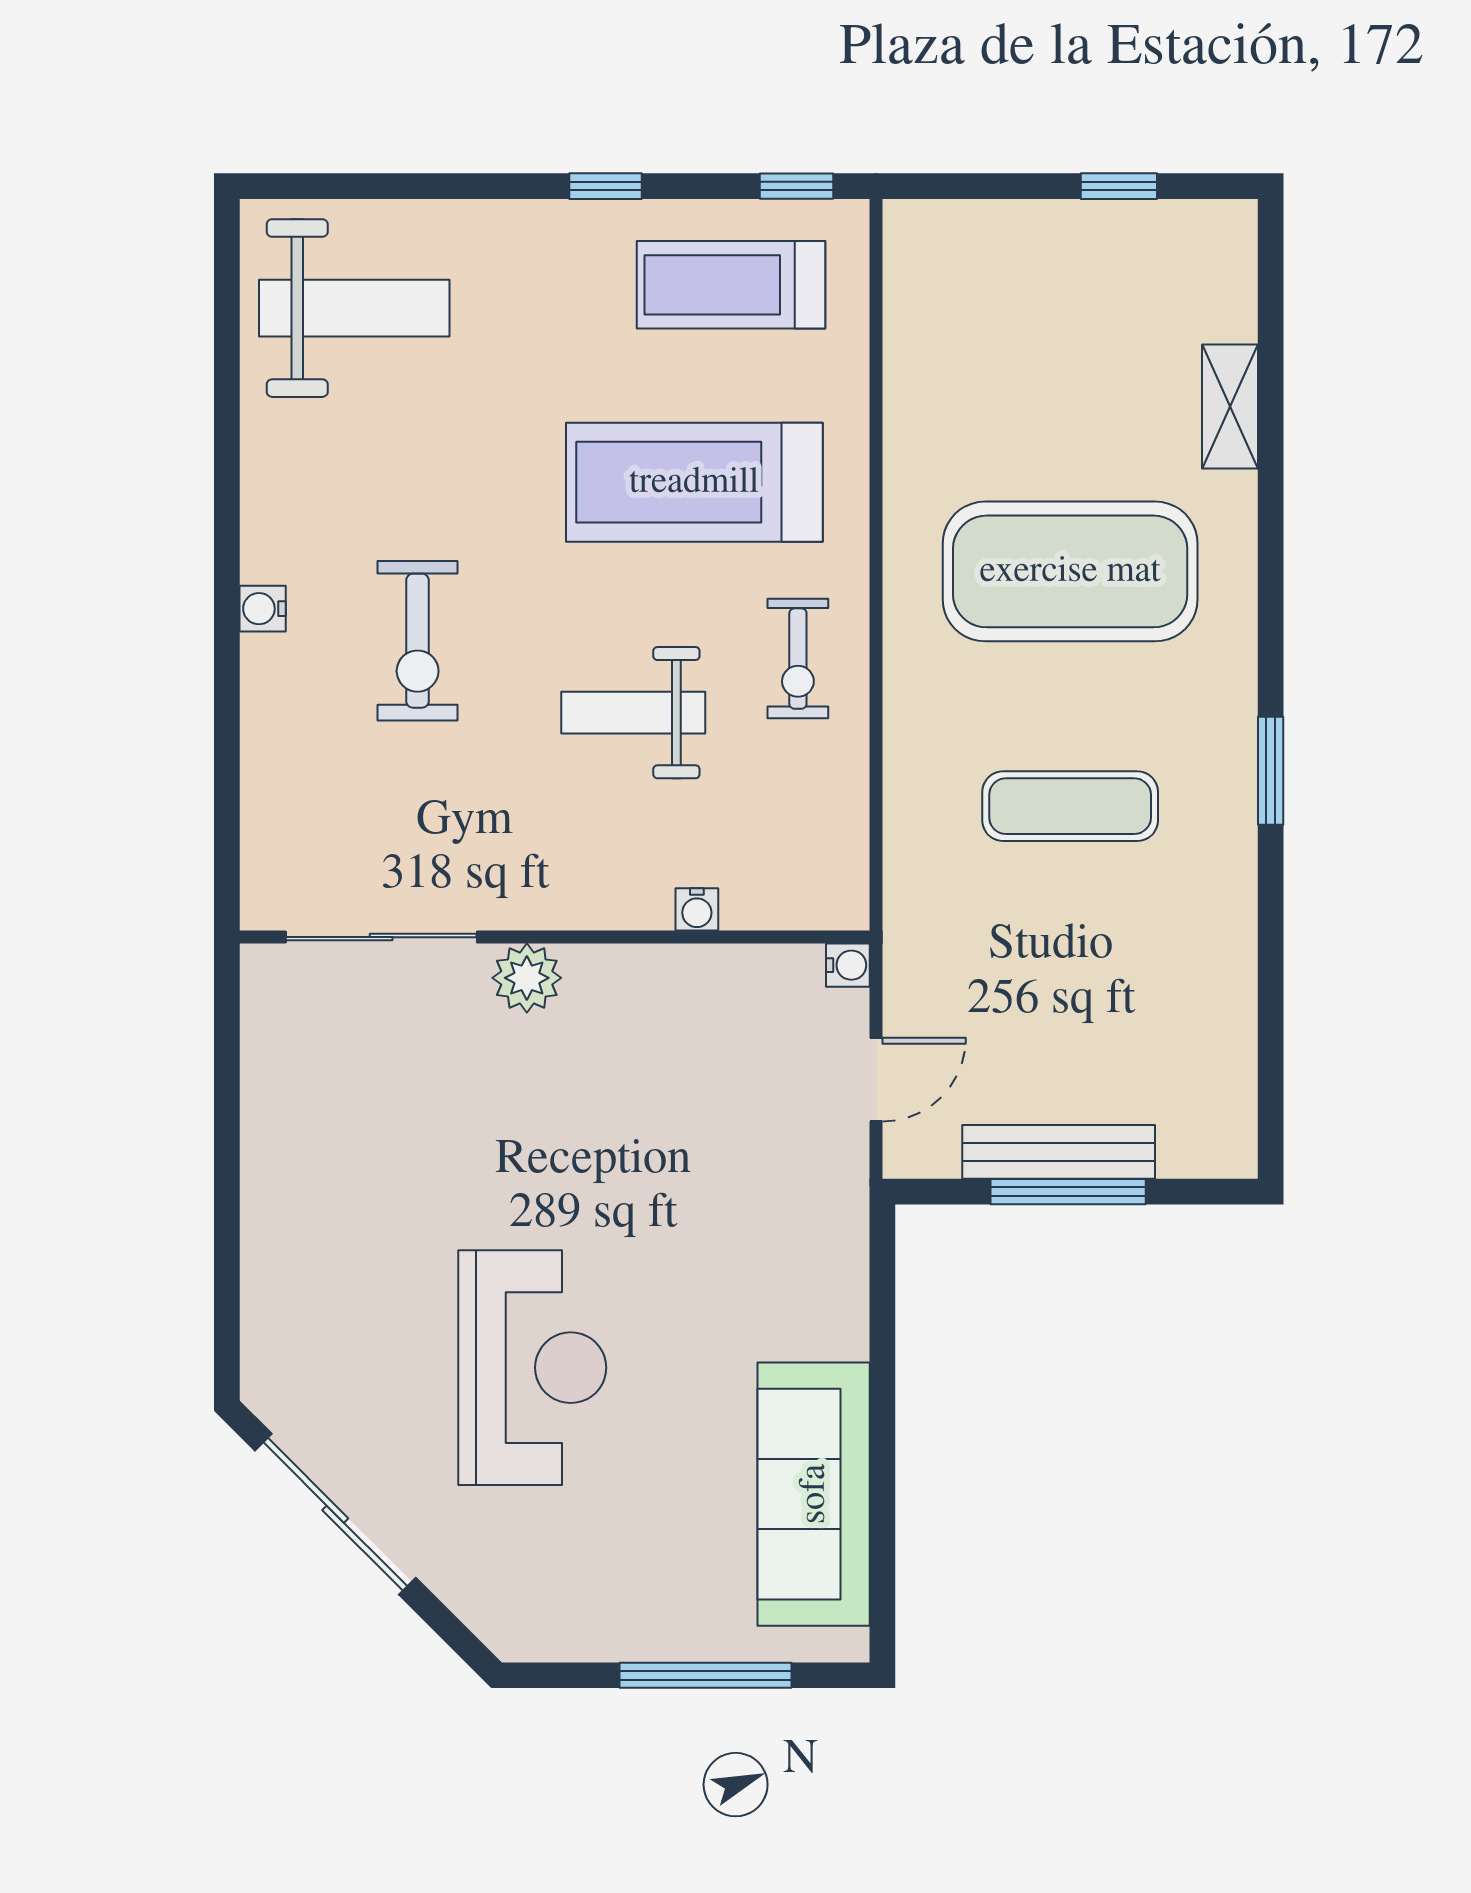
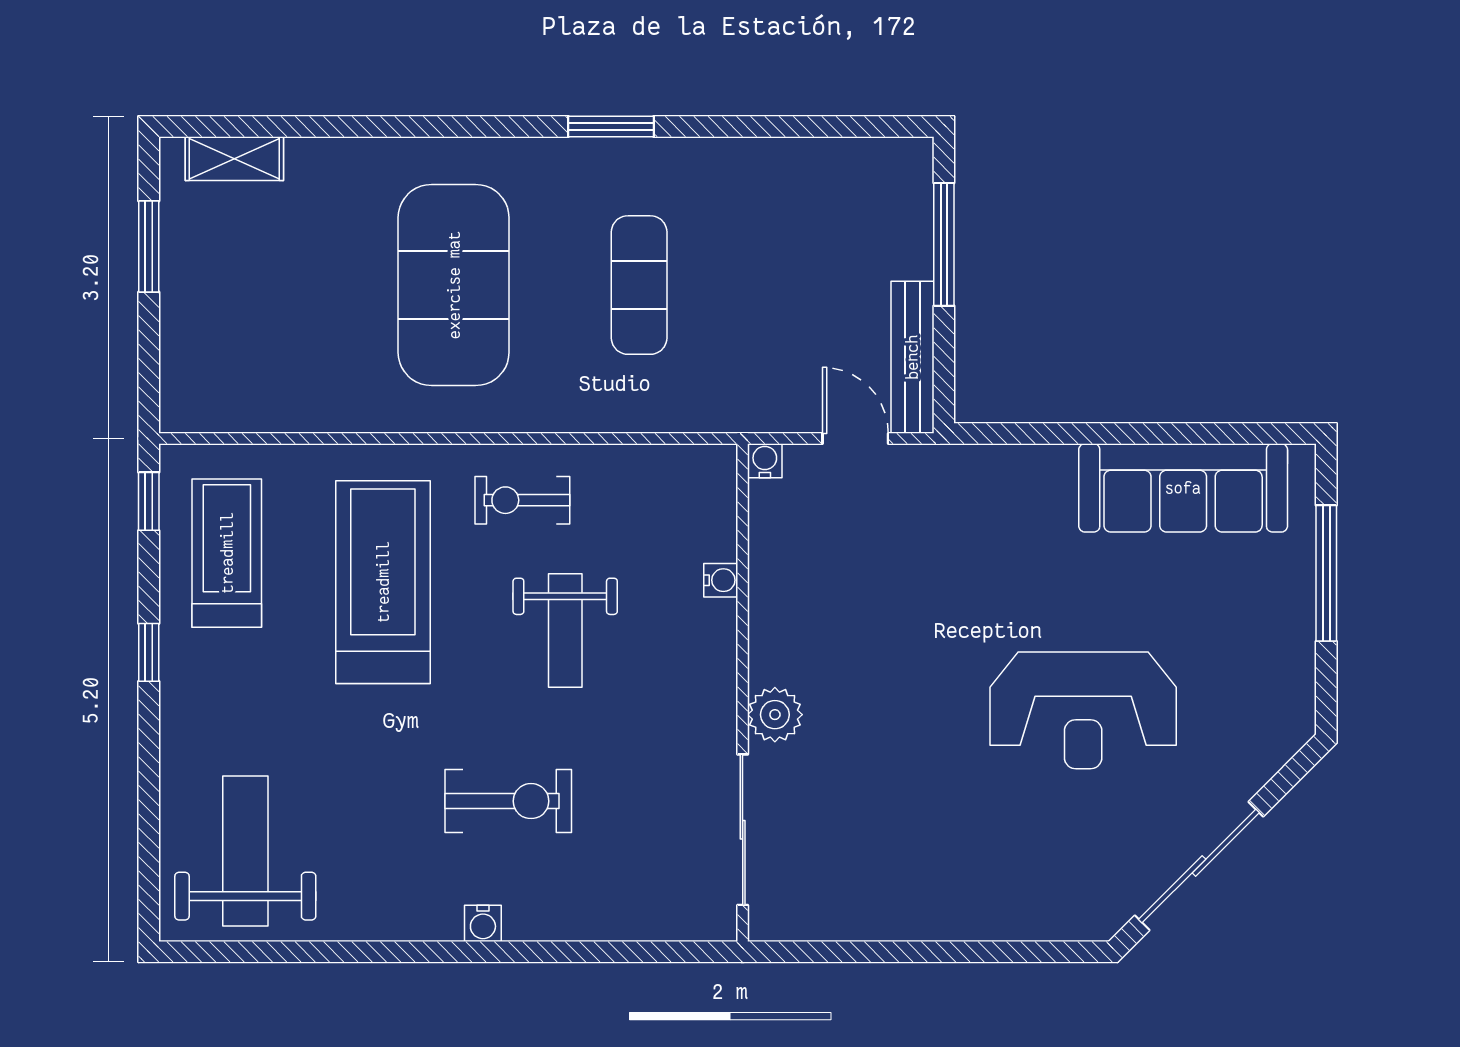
window: (1119, 186) -> (149, 247), width x1.50
treadmill: (731, 285) -> (227, 553), turned 180
shelving: (1230, 406) -> (234, 159), moved
treadmill: (694, 482) -> (383, 582), turned 180
exercise bike: (798, 659) -> (522, 500), turned 180
bench: (1059, 1152) -> (912, 357), moved
window: (1068, 1192) -> (944, 244), moved
reception desk: (532, 1368) -> (1083, 710), turned 180

